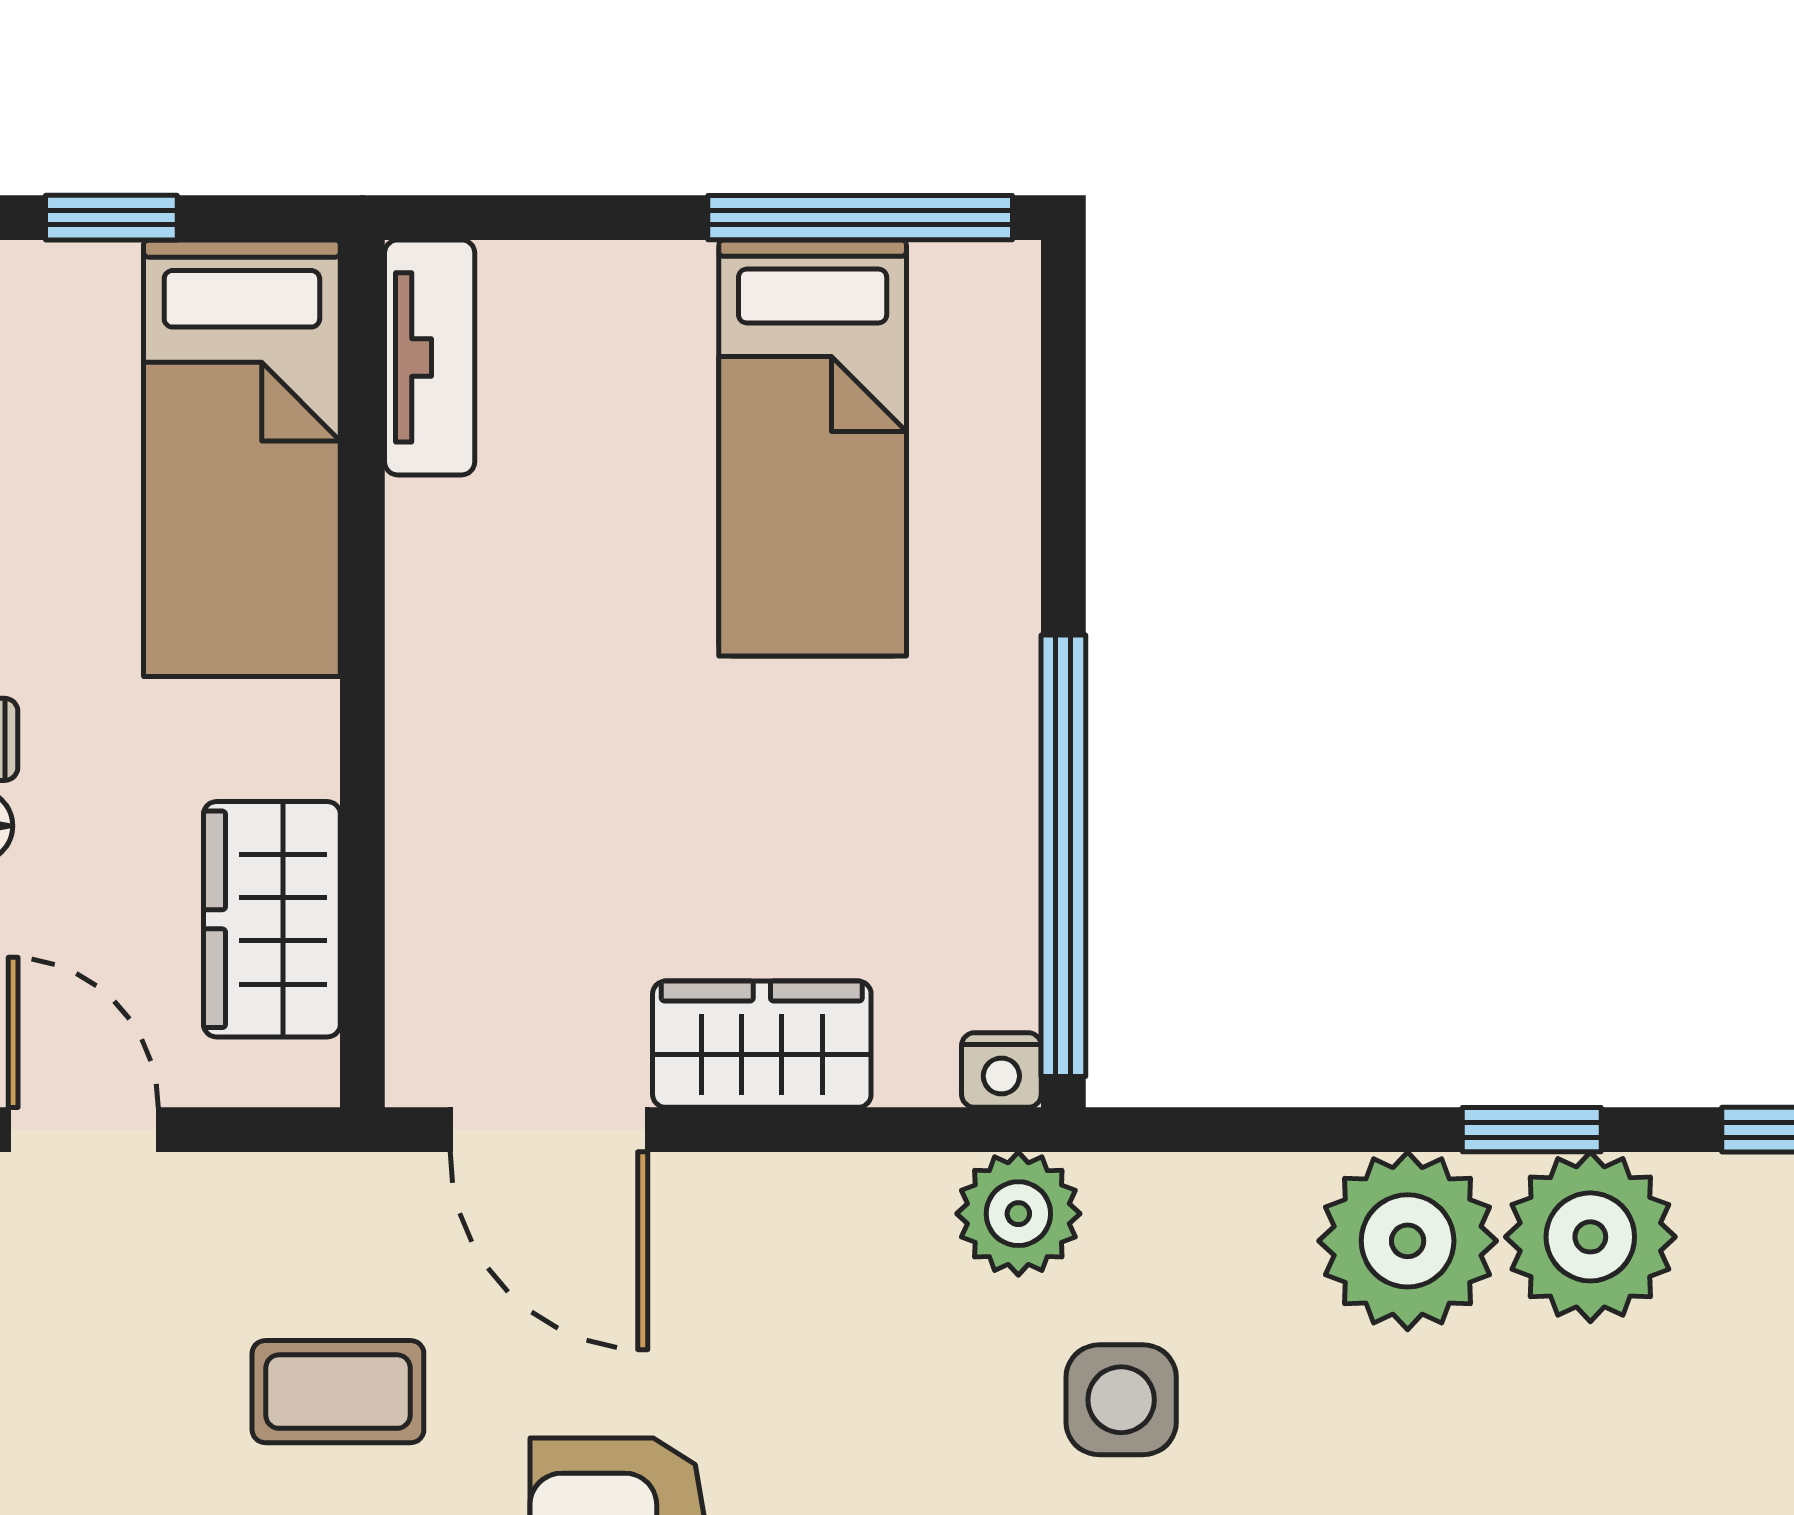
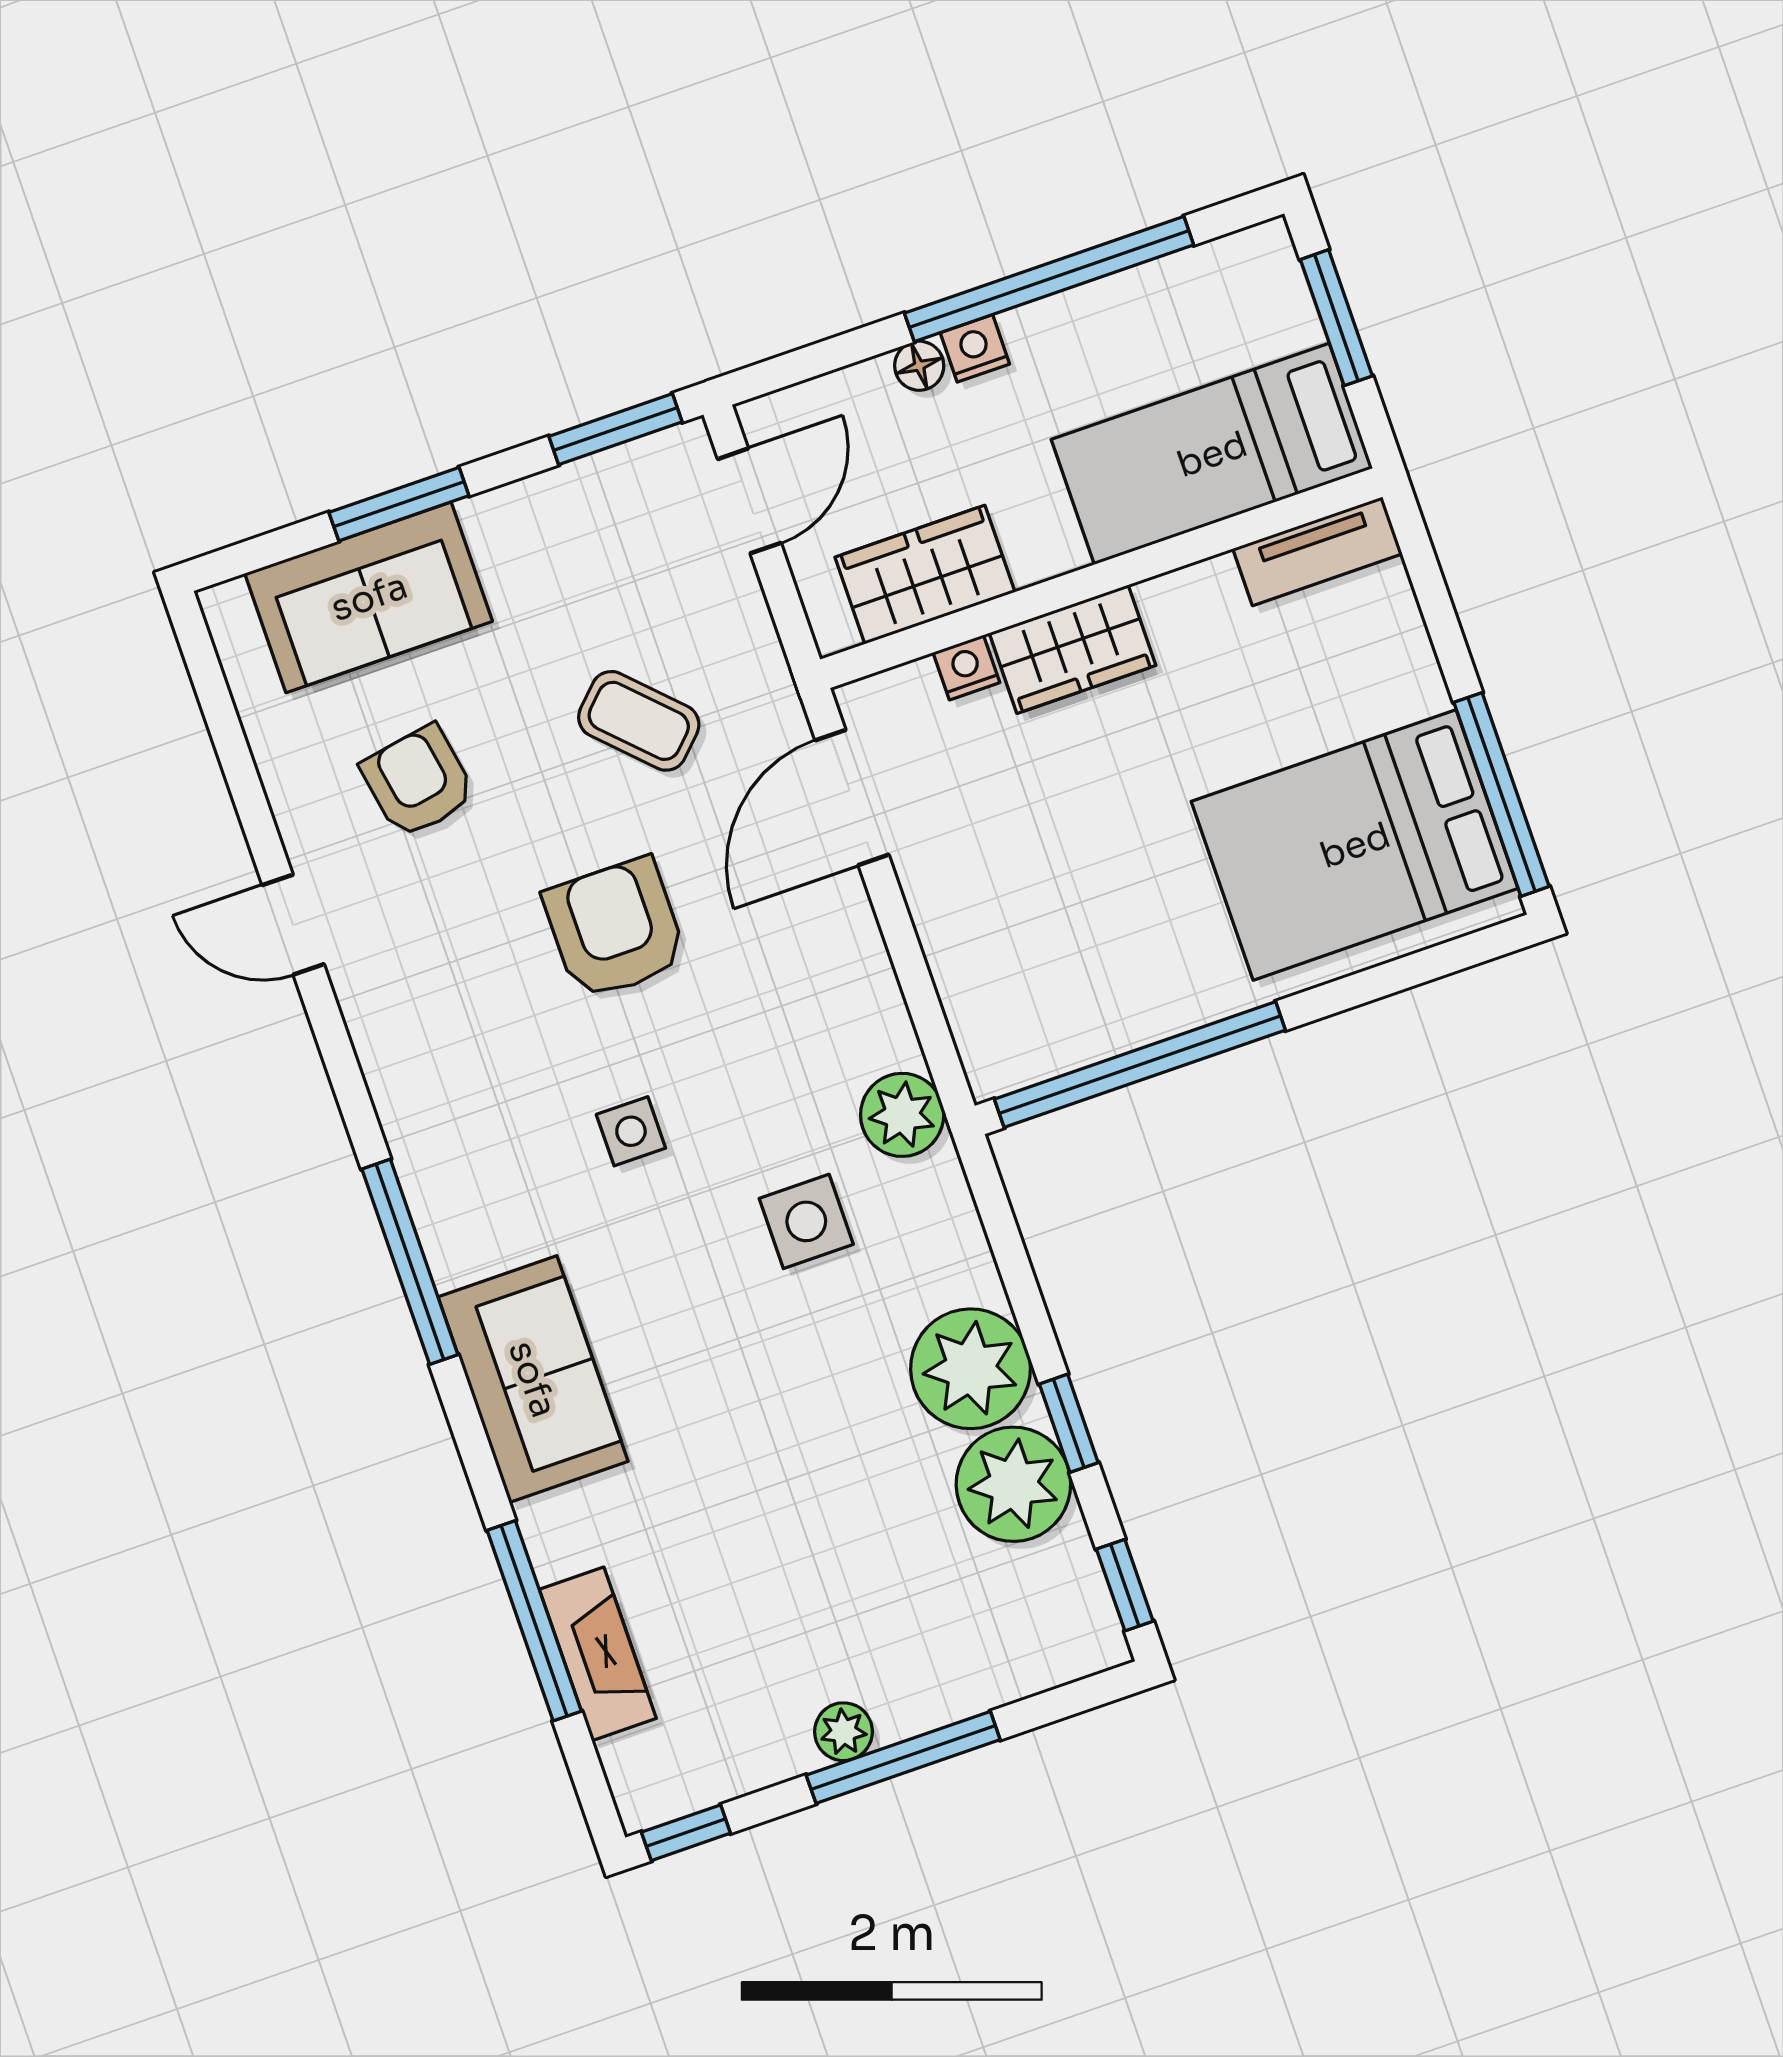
window: (111, 218) -> (1336, 318), width x1.50
bed: (813, 448) -> (1355, 845), width x1.50
wardrobe: (762, 1044) -> (1073, 649), moved, turned 90
nightstand: (1001, 1070) -> (966, 667), moved, turned 90
coffee table: (338, 1392) -> (639, 721), turned -45

